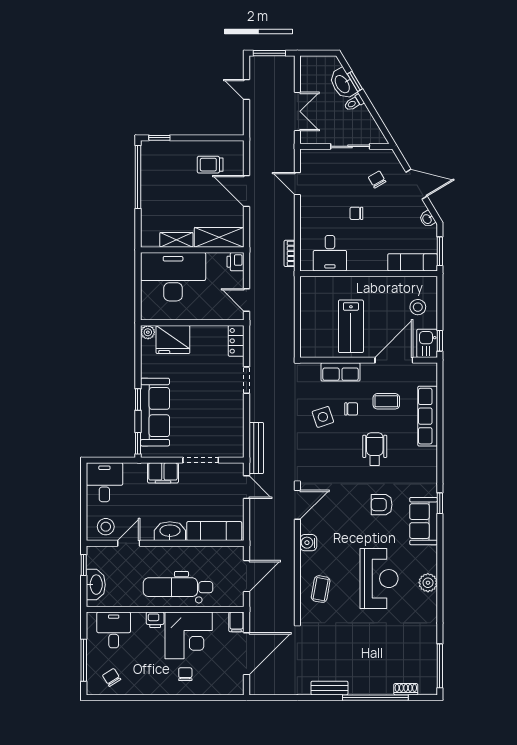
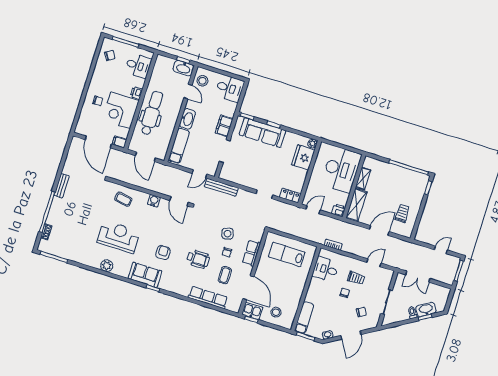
trolley: (329, 203) -> (356, 278), added
lab bench: (351, 326) -> (287, 254), moved
reception desk: (379, 579) -> (119, 237), turned 180
washbasin: (96, 585) -> (183, 68), moved

